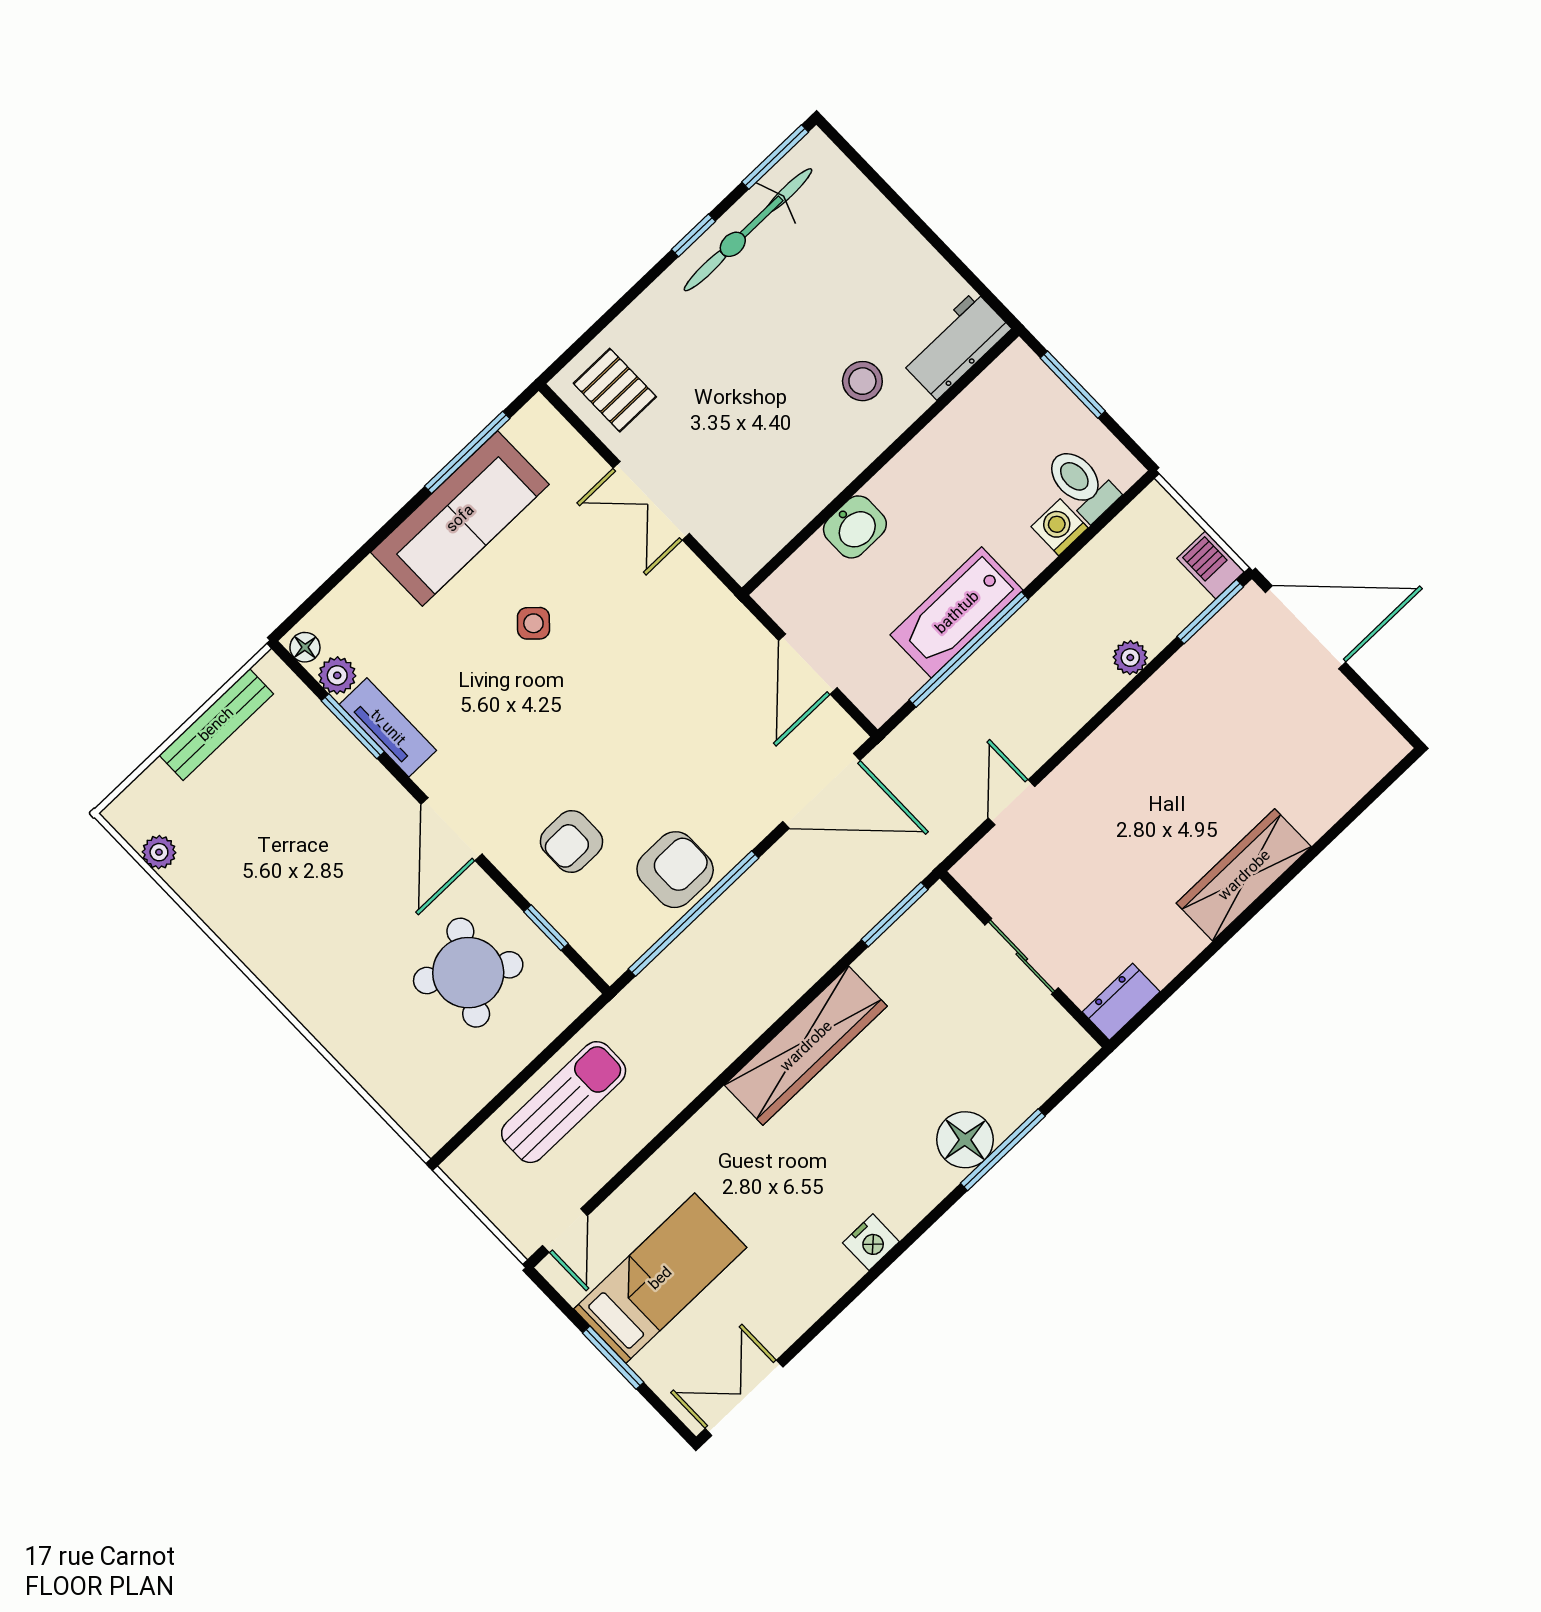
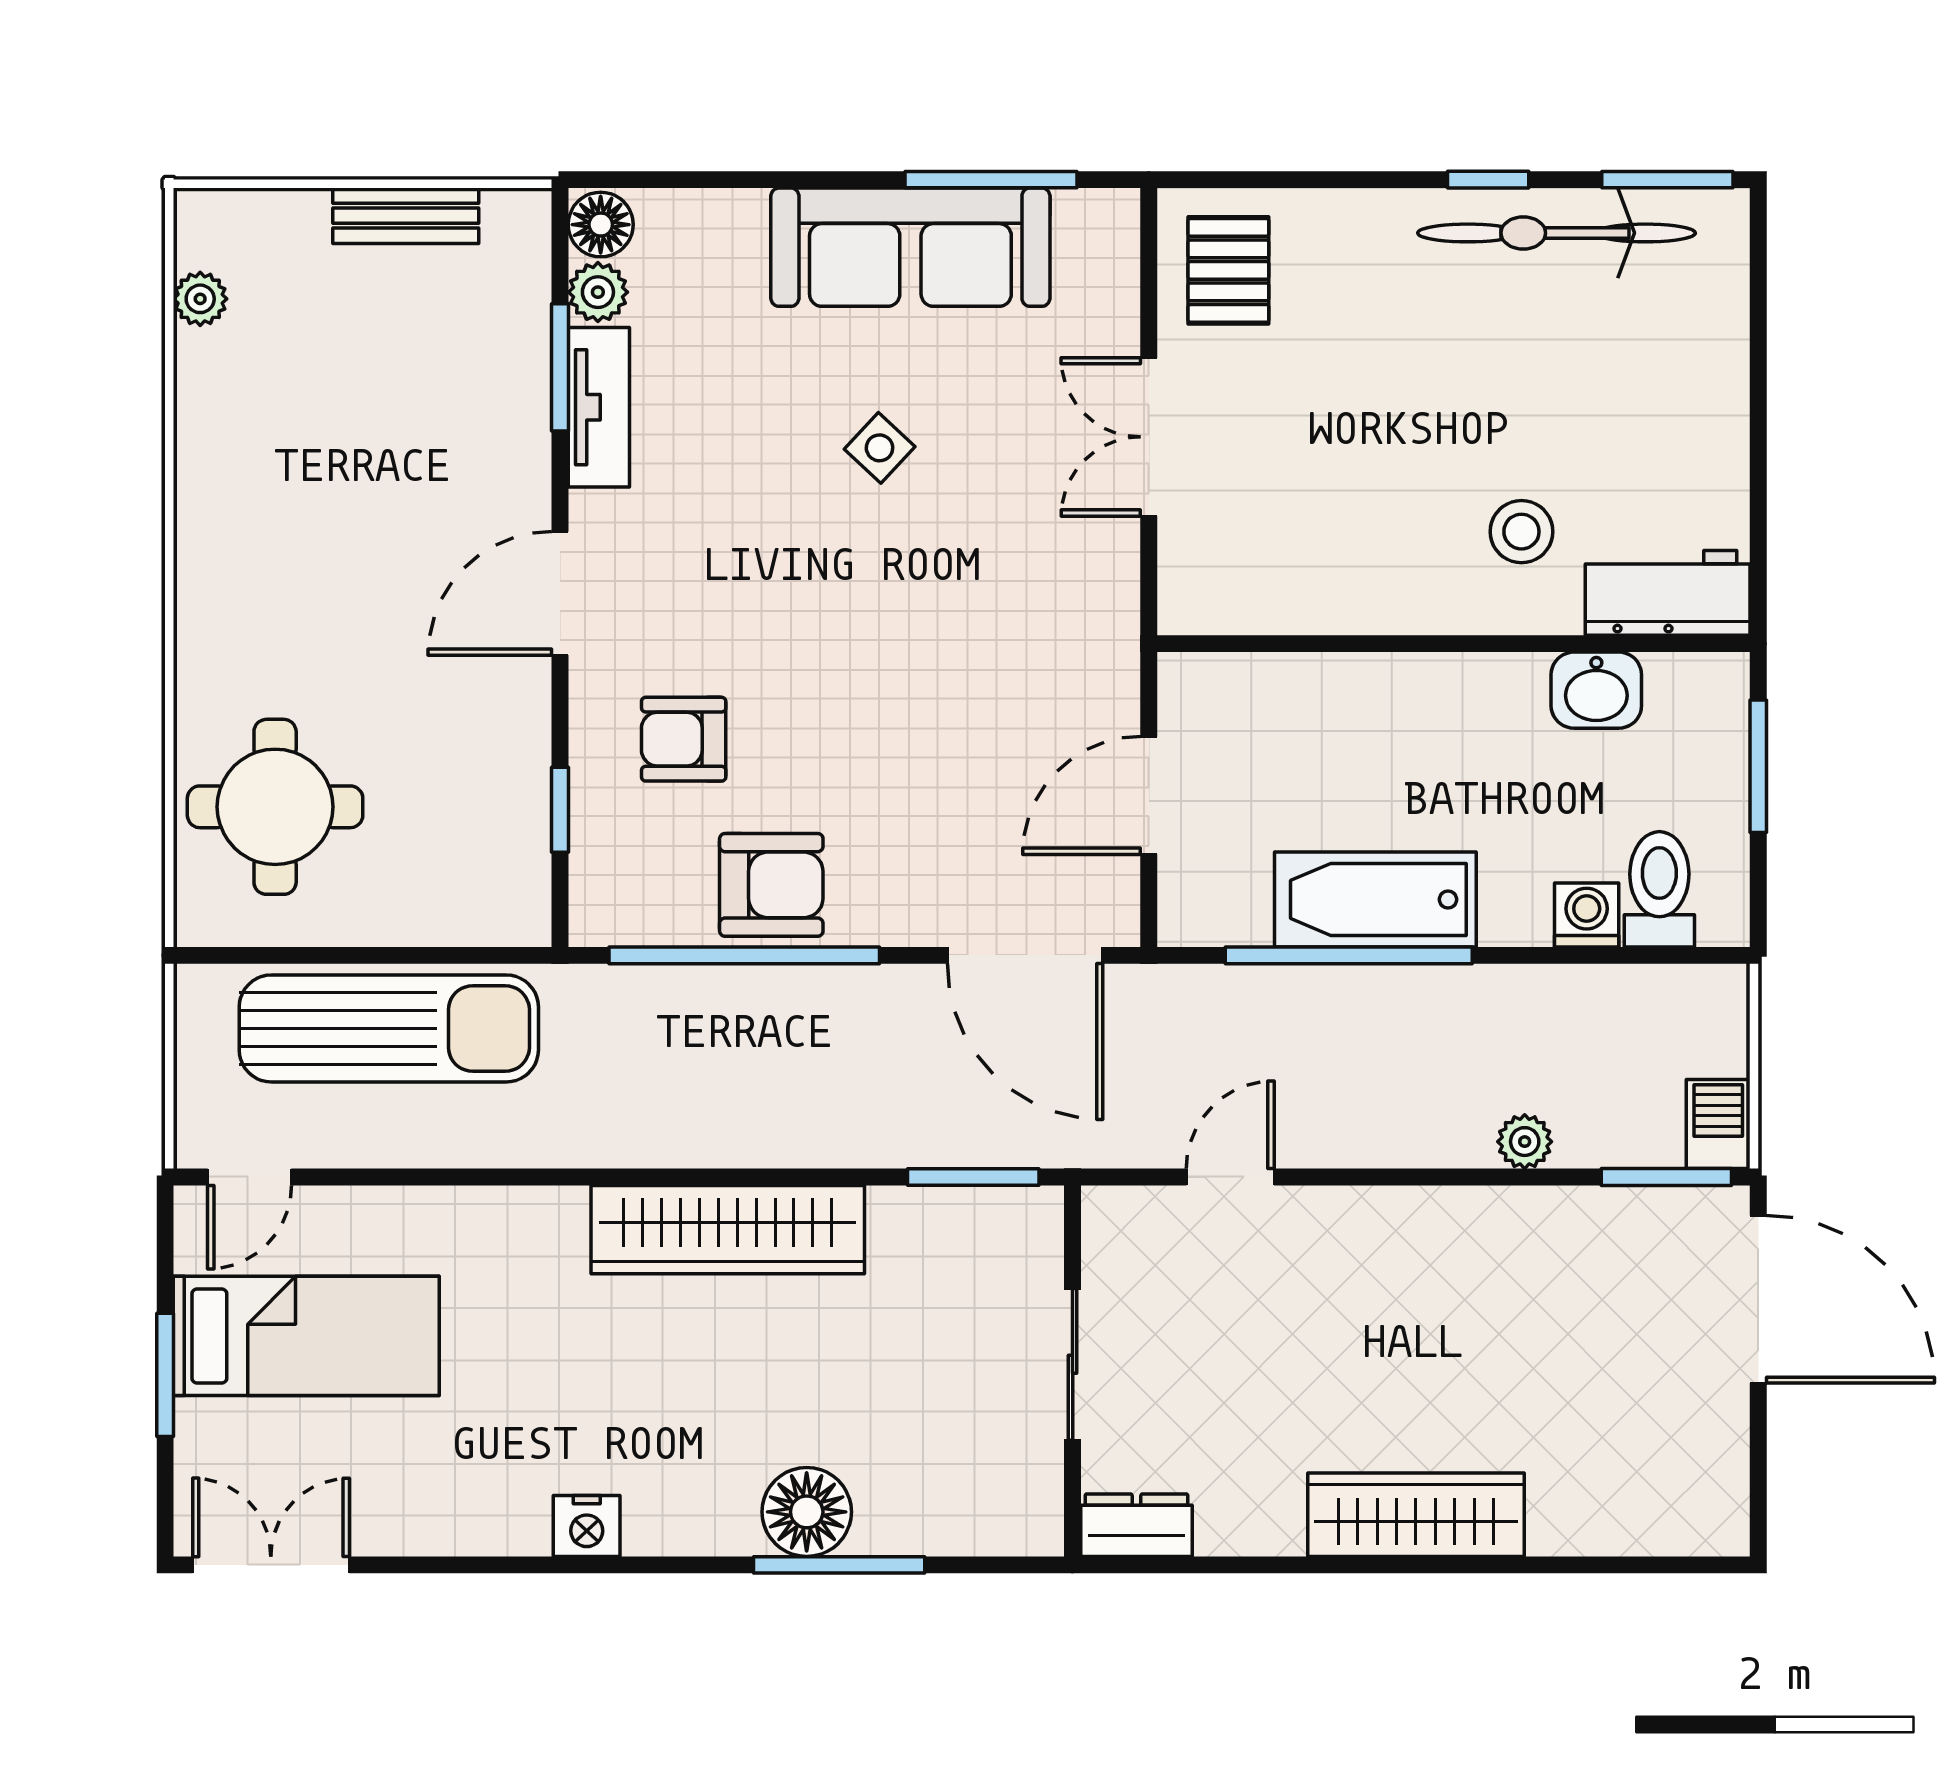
washbasin: (855, 527) -> (1596, 690), moved
floor lamp: (305, 647) -> (601, 225), width x1.37, depth x1.37
bench: (216, 724) -> (406, 216), width x0.73
round table: (468, 973) -> (275, 807), moved, turned -33
sun lounger: (564, 1102) -> (389, 1028), width x1.36, depth x1.34

